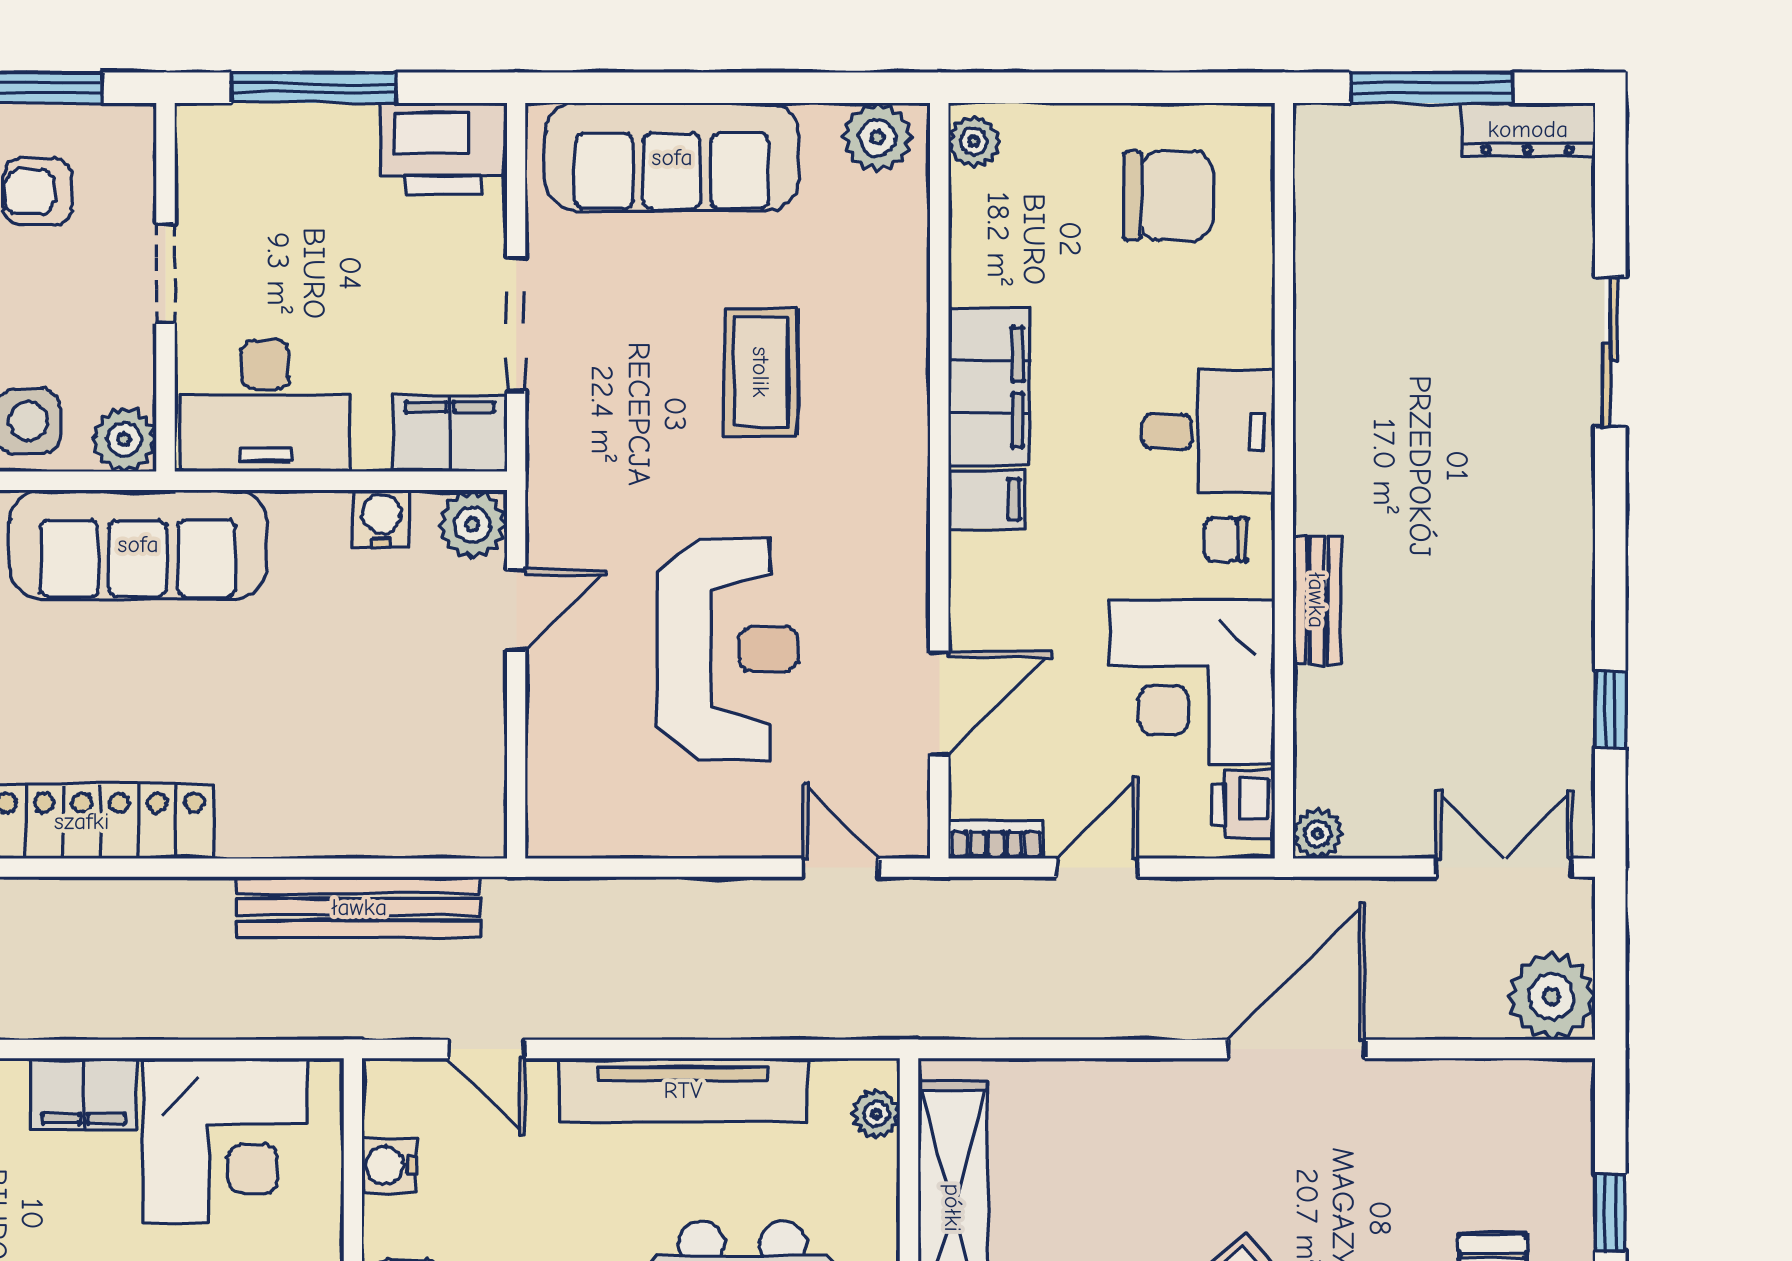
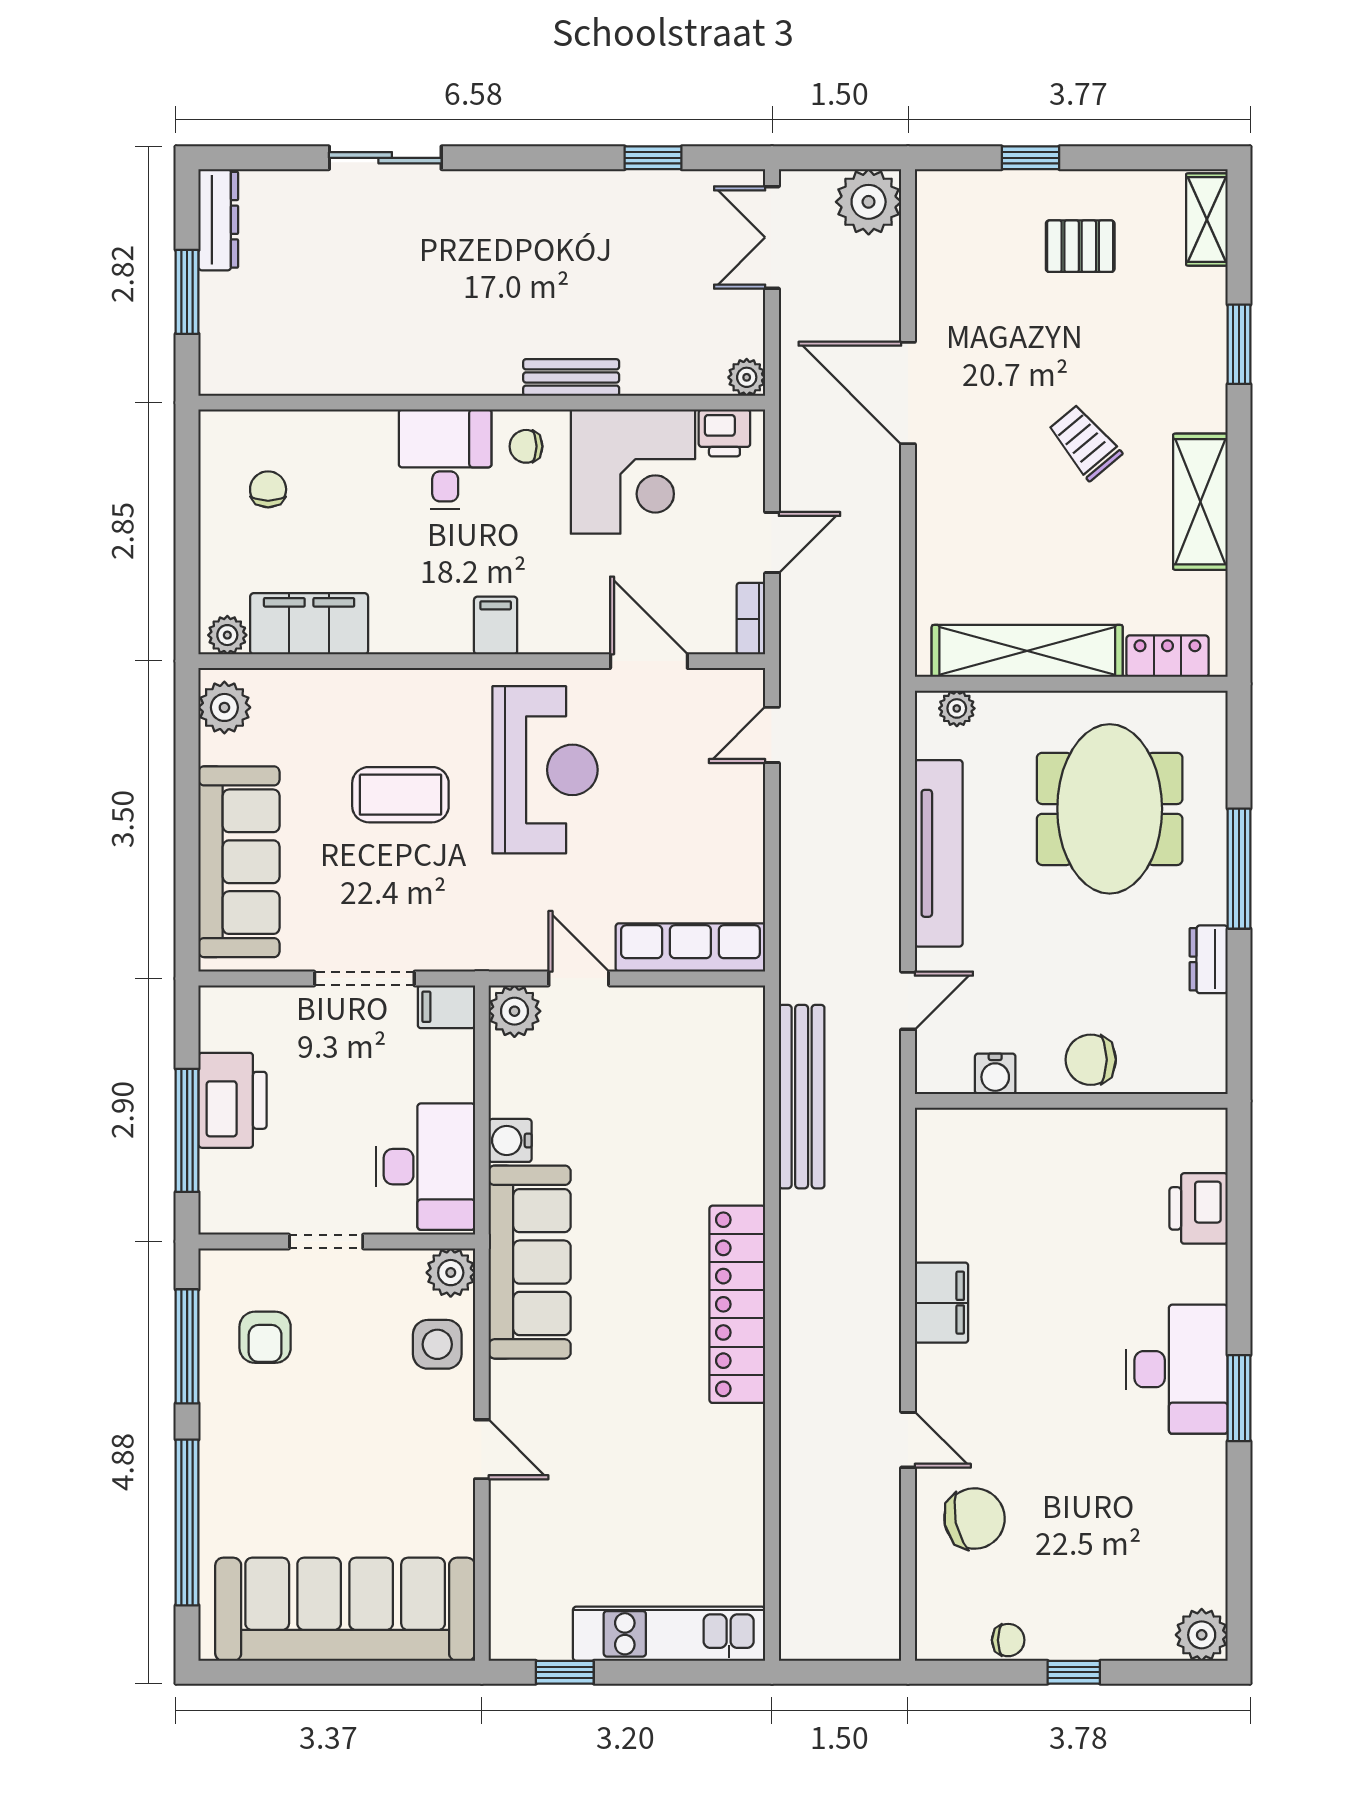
window: (1431, 88) -> (187, 292), width x0.69
printer: (444, 148) -> (233, 1100), moved
chair: (1168, 196) -> (268, 489), width x0.54, depth x0.54
filing cabinet: (989, 387) -> (309, 624), moved
filing cabinet: (450, 434) -> (446, 1007), width x0.50
water cooler: (381, 519) -> (510, 1140), moved
chair: (1226, 540) -> (526, 446), turned 90
reception desk: (728, 649) -> (545, 770), moved, turned 90
row of seats: (557, 759) -> (690, 947), added
door: (1097, 868) -> (772, 543), swing flipped
corner desk: (225, 1141) -> (977, 1197), removed

